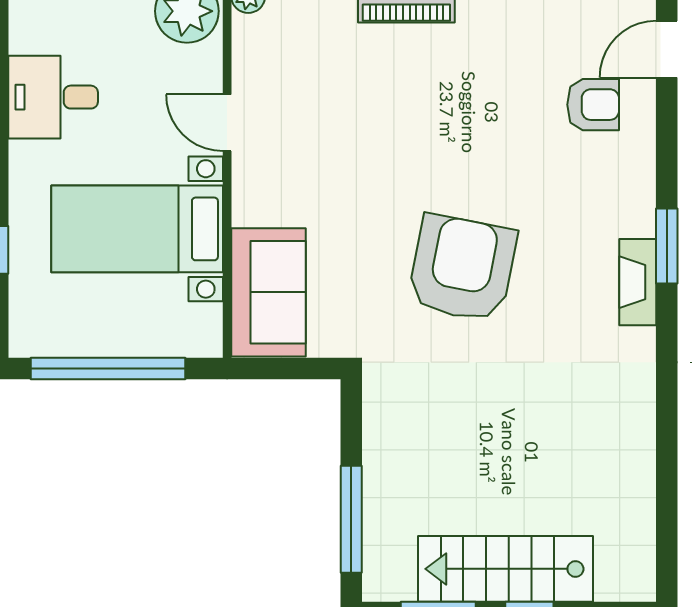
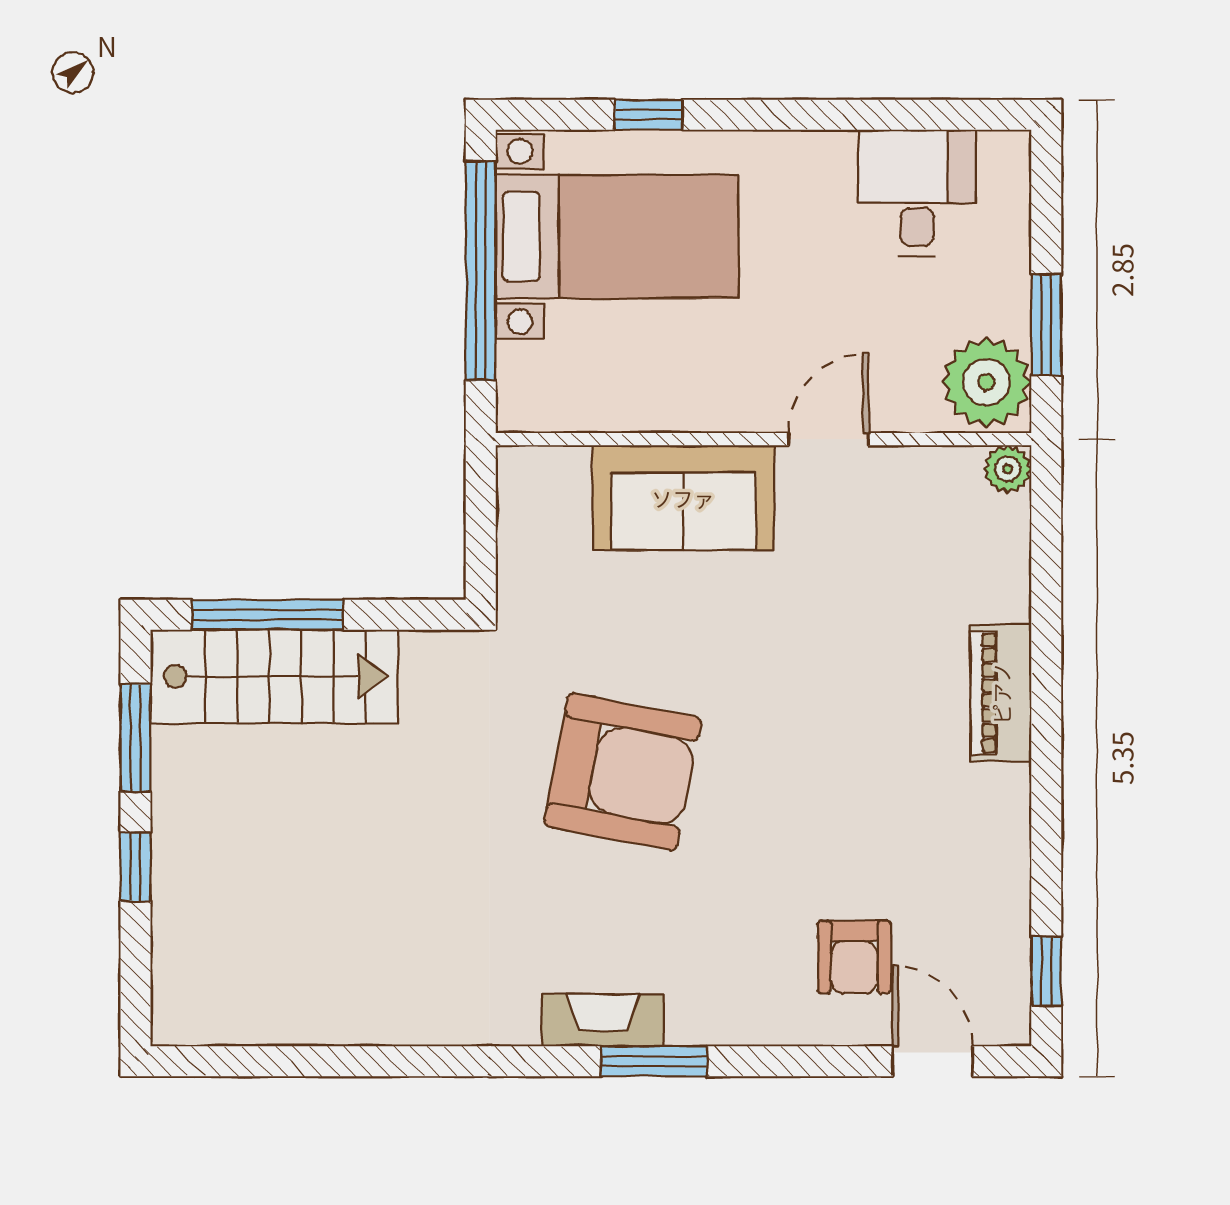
desk: (53, 97) -> (917, 193), moved
bed with nightstands: (137, 229) -> (617, 237), moved, turned 90
sofa: (268, 292) -> (683, 498), moved
stairs: (505, 569) -> (274, 676), moved, turned 90

